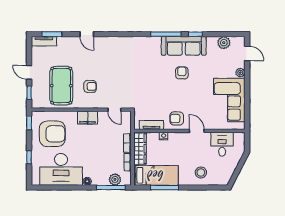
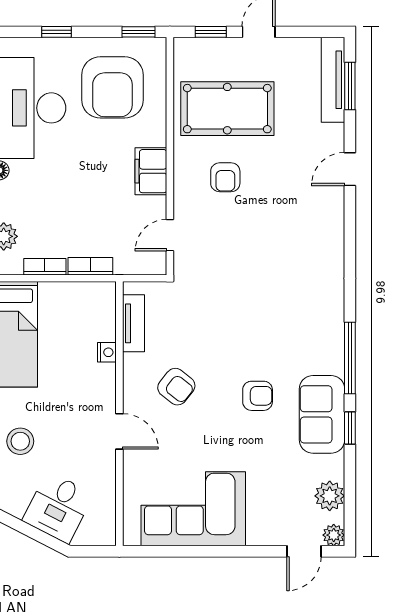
tv unit: (44, 41) -> (333, 80), width x1.41
sofa: (184, 46) -> (322, 414), width x0.73
plant: (240, 73) -> (334, 535), moved
armchair: (177, 118) -> (176, 387), moved, turned 128
door: (197, 131) -> (119, 431), hinge flipped
desk: (222, 144) -> (58, 507), moved, turned 117
wardrobe: (140, 149) -> (77, 296), removed

